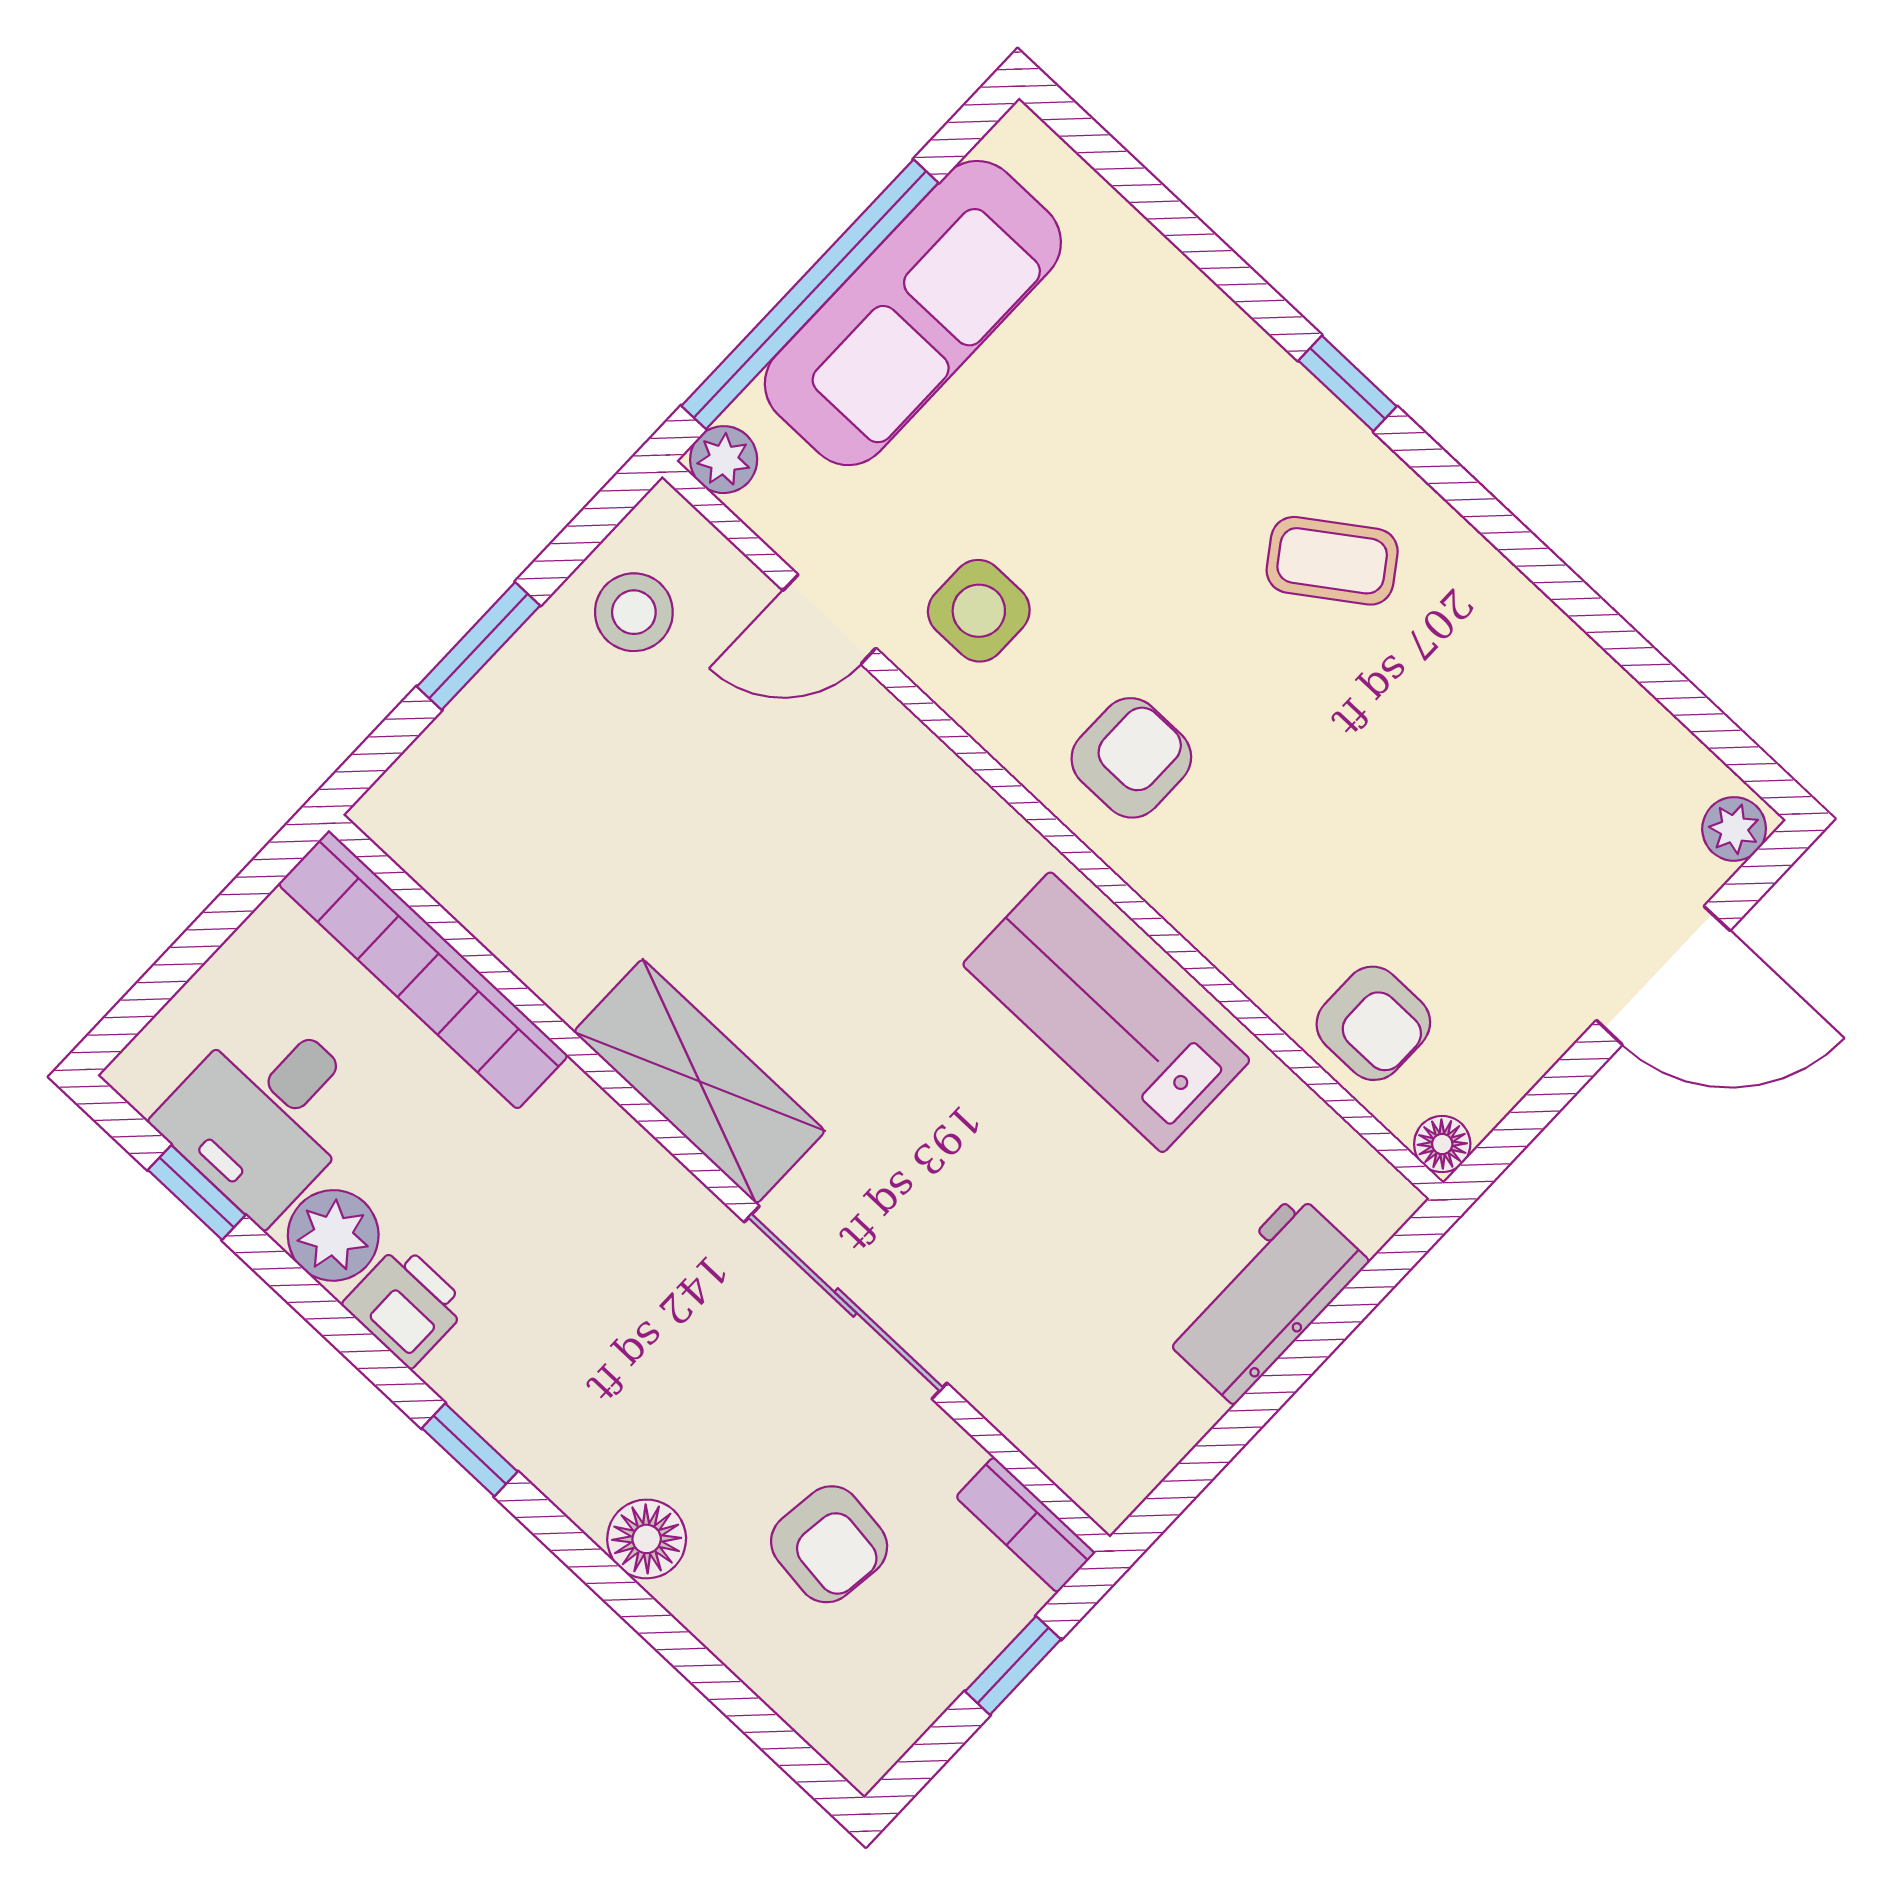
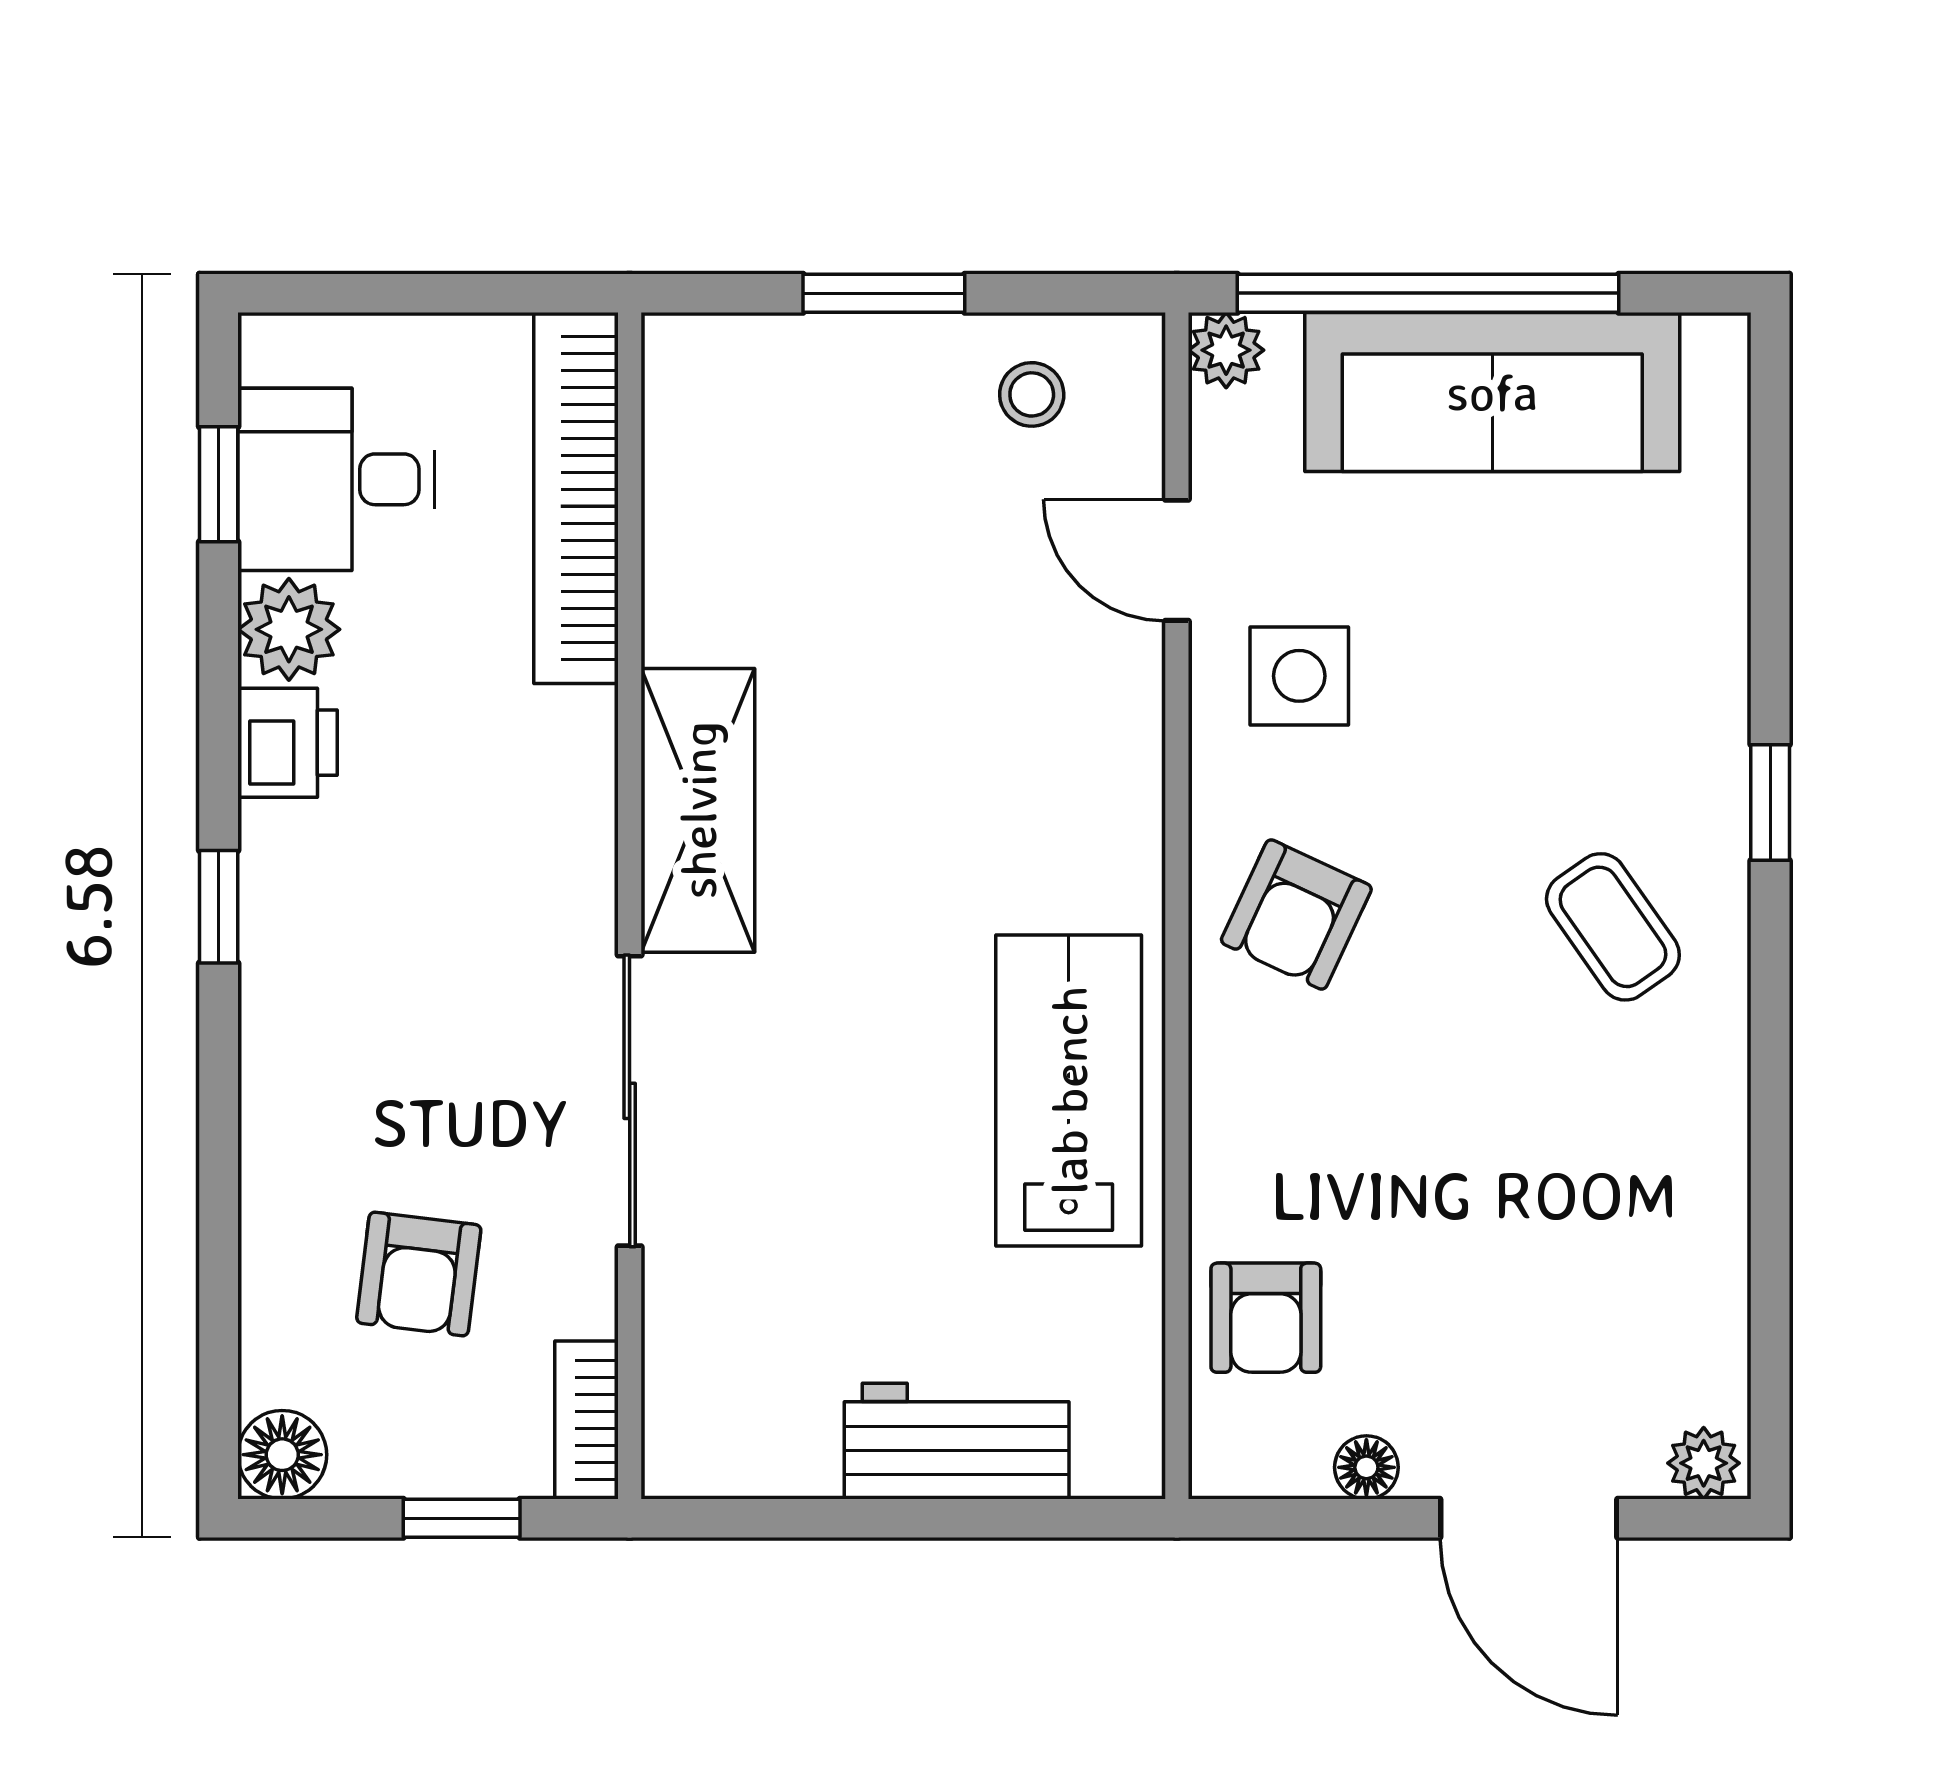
stool: (634, 612) -> (1032, 394), width x0.73, depth x0.73
armchair: (1131, 758) -> (1296, 914), turned 115
floor lamp: (1442, 1144) -> (1366, 1467), moved
floor lamp: (647, 1539) -> (282, 1455), moved

